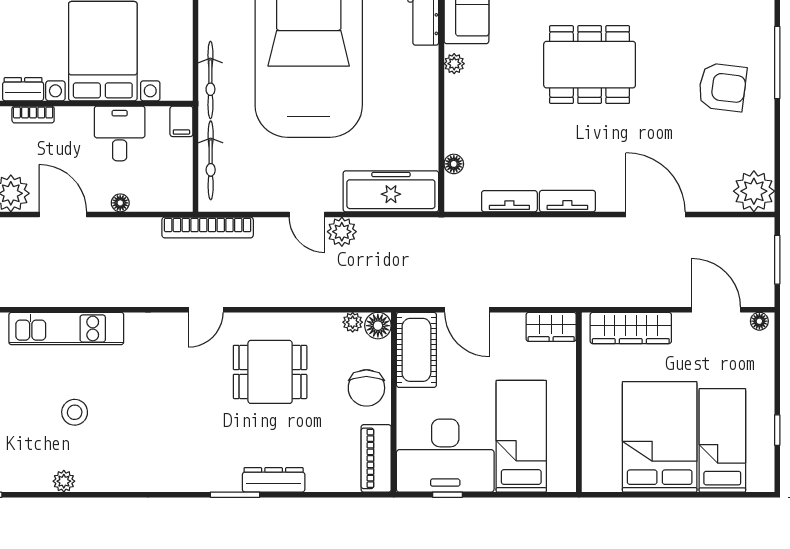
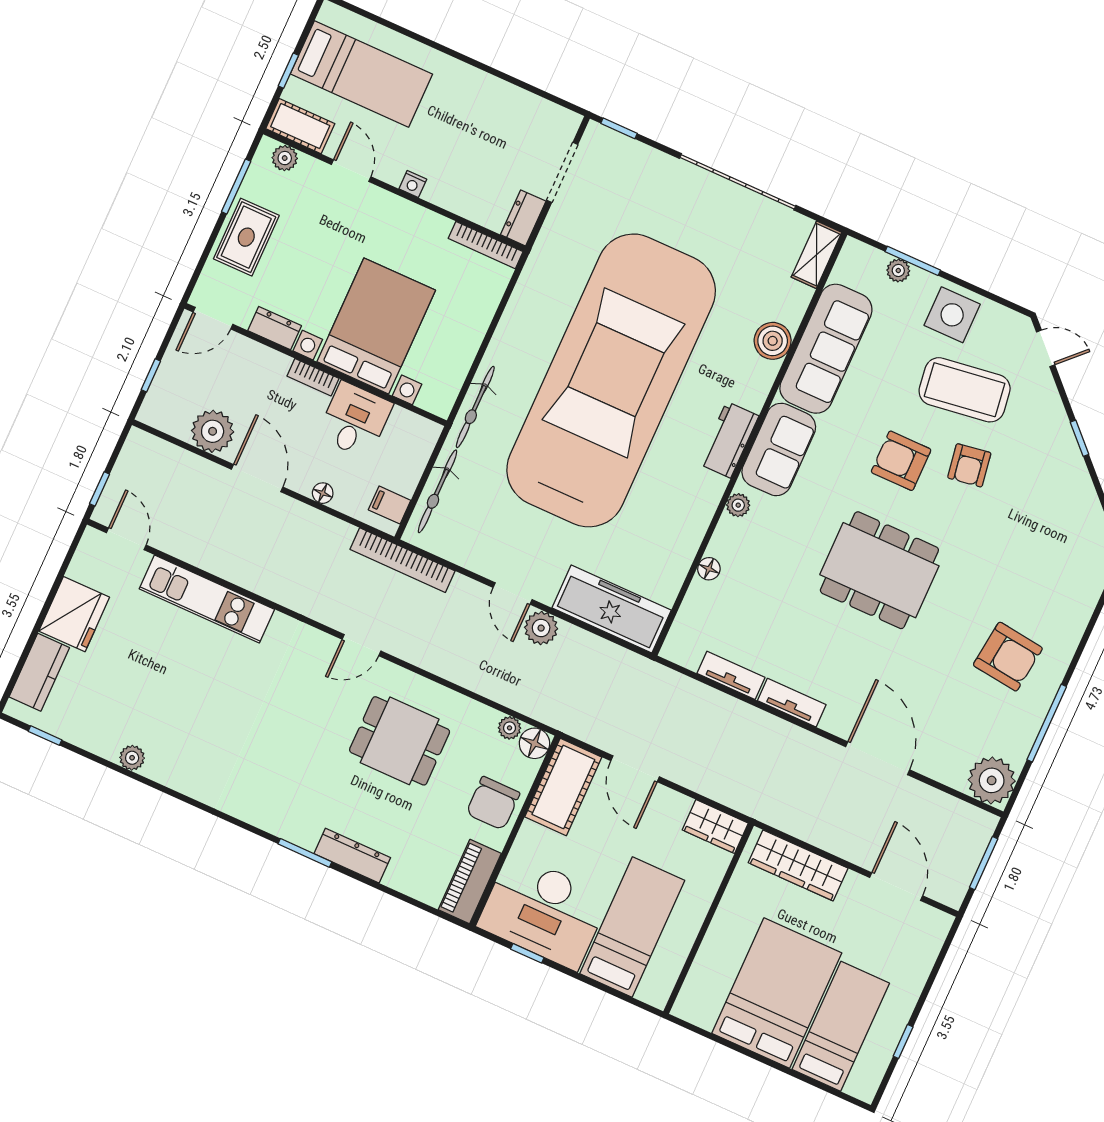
window: (777, 63) -> (1047, 723), moved
bookcase: (33, 115) -> (313, 377), moved
filing cabinet: (181, 121) -> (390, 505), moved, turned 90
floor lamp: (454, 164) -> (709, 569), moved
floor lamp: (759, 321) -> (936, 919), removed
stool: (75, 412) -> (176, 691), removed

